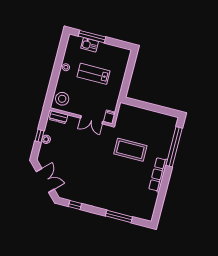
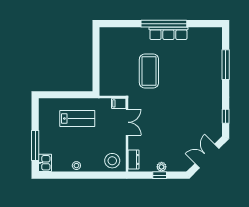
kitchen sink: (90, 45) -> (45, 163), moved
lab bench: (93, 74) -> (77, 118), moved, turned -90
window: (174, 147) -> (164, 24), moved

